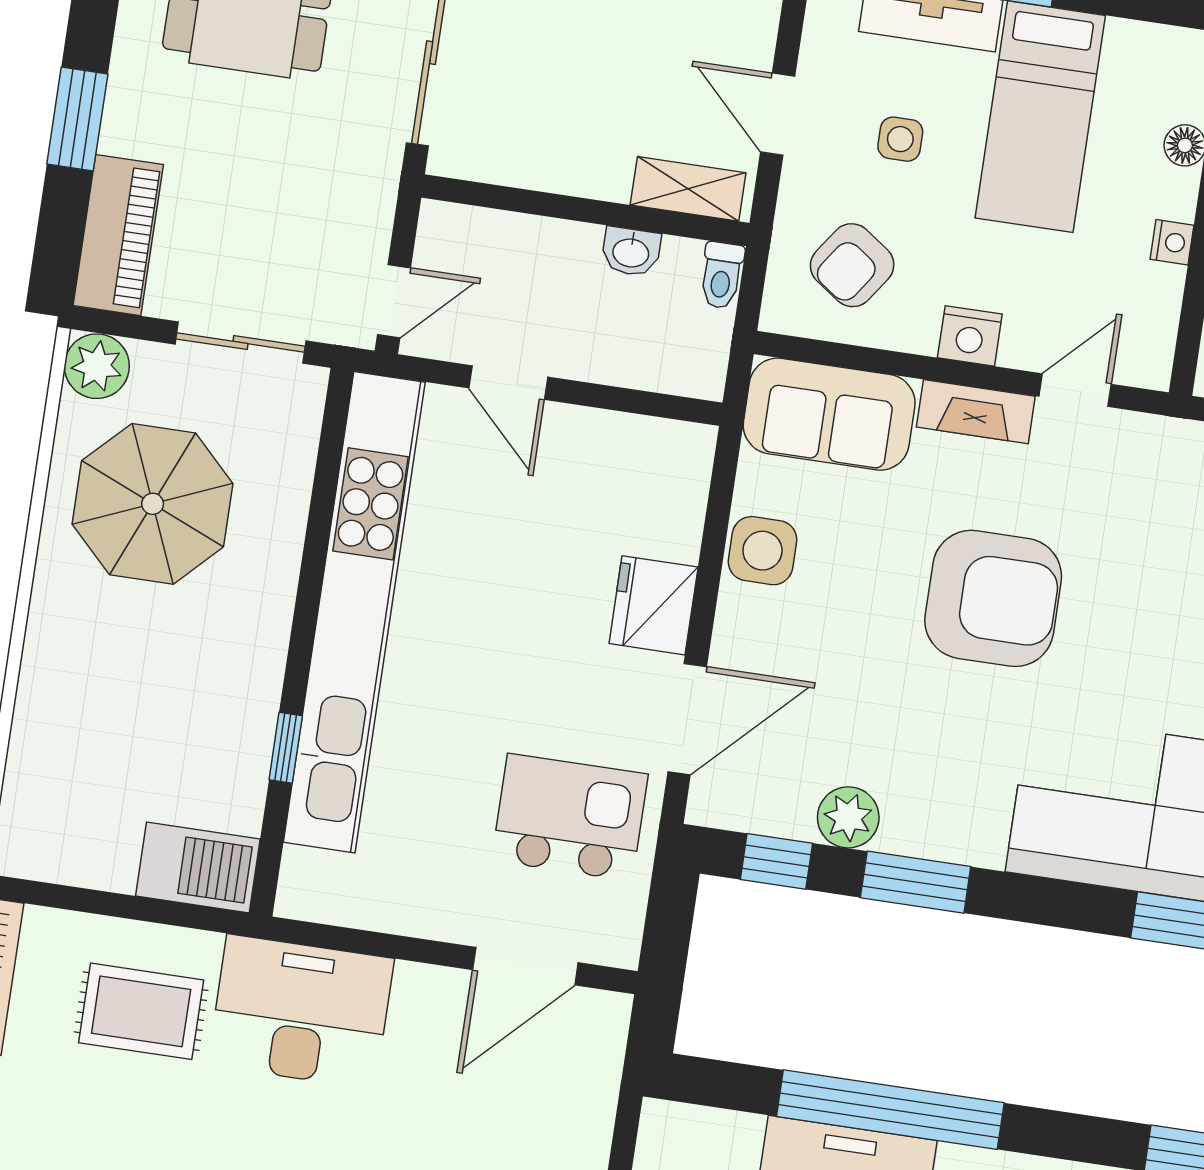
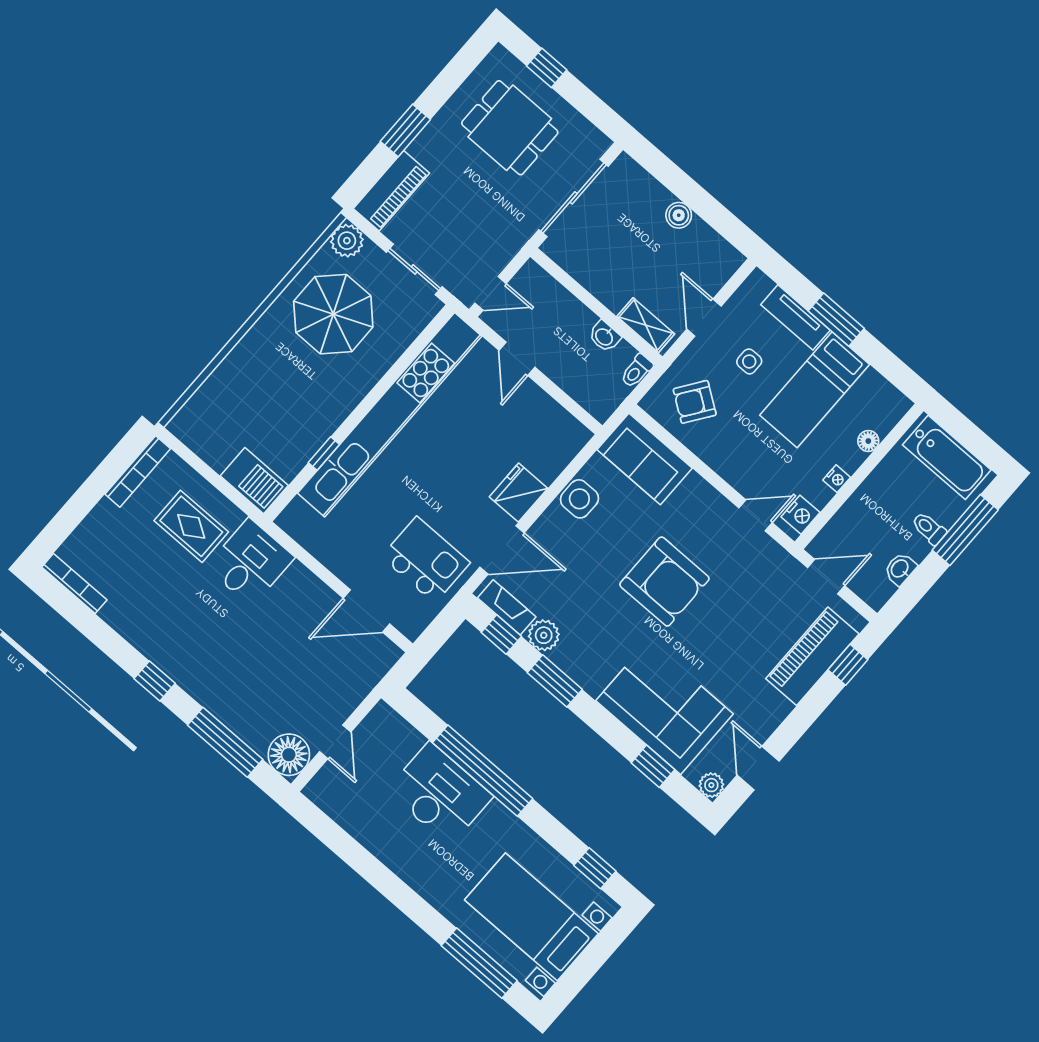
nightstand: (970, 336) -> (801, 515), moved, turned -90
fireplace: (976, 412) -> (507, 607), moved, turned 180
desk: (301, 1012) -> (250, 562), width x0.73

